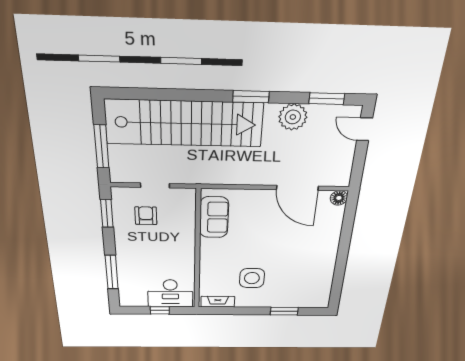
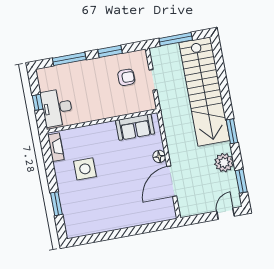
floor lamp: (339, 198) -> (159, 156), moved
window: (107, 213) -> (110, 51), moved

